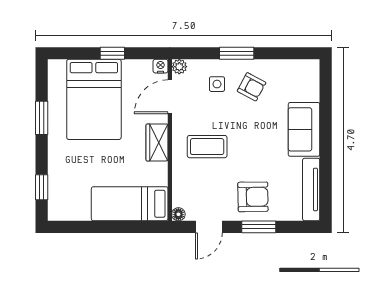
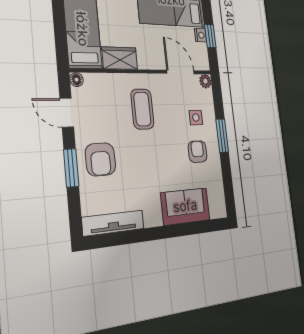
window: (112, 53) -> (210, 36), moved
nightstand: (161, 66) -> (200, 35), moved
armchair: (252, 87) -> (198, 152), turned 152
sofa: (304, 129) -> (185, 206), moved
wardrobe: (157, 142) -> (120, 58), moved

